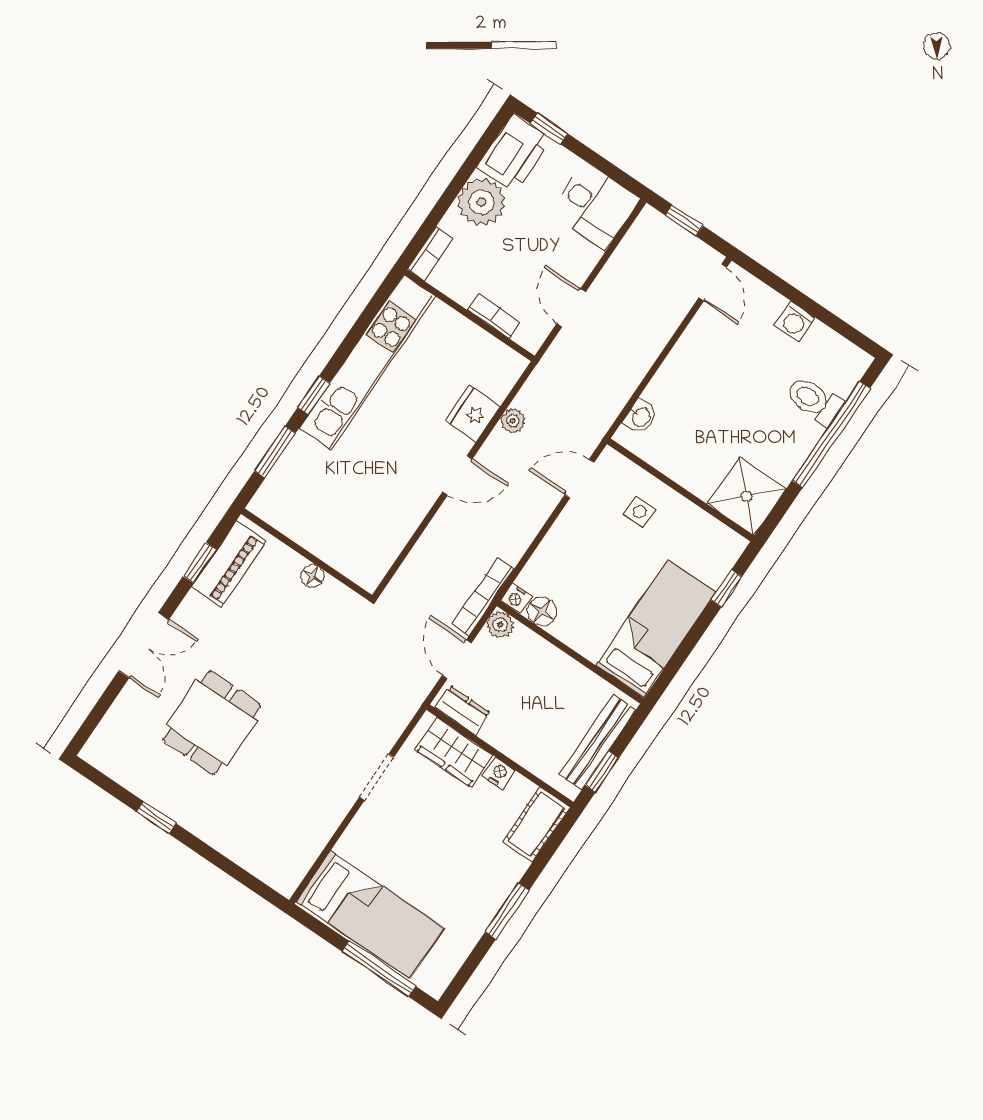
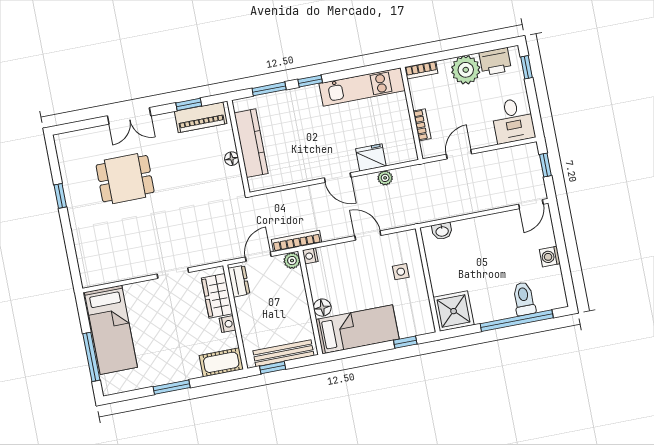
printer: (514, 153) -> (495, 62), width x0.73, depth x0.84
kitchen unit: (367, 362) -> (362, 87), width x0.73
door: (579, 479) -> (368, 236), moved
kitchen counter: (317, 536) -> (251, 143), added
floor lamp: (542, 611) -> (322, 308), moved

